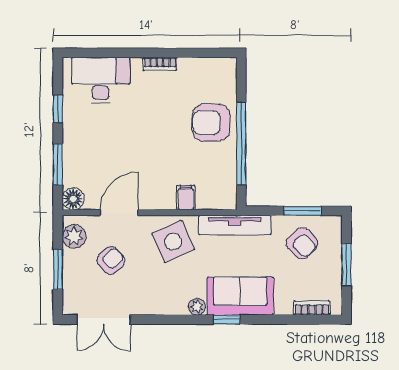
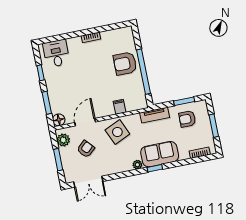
desk: (101, 80) -> (56, 53), width x0.73
tv unit: (235, 225) -> (155, 115), width x0.71
armchair: (302, 243) -> (187, 119), turned 134

